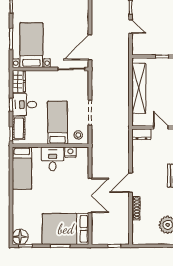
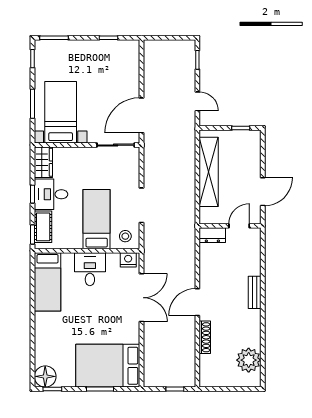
door: (131, 27) -> (197, 101), moved
door: (161, 128) -> (239, 226), hinge flipped
nightstand: (70, 152) -> (128, 260), moved
double door: (90, 195) -> (141, 298), moved

